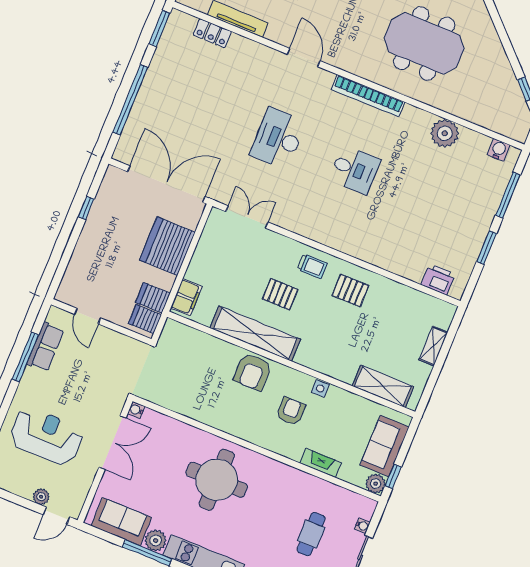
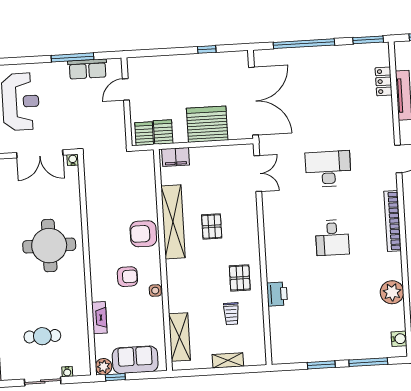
trolley: (312, 266) -> (231, 314), moved
printer: (438, 279) -> (277, 294), moved

